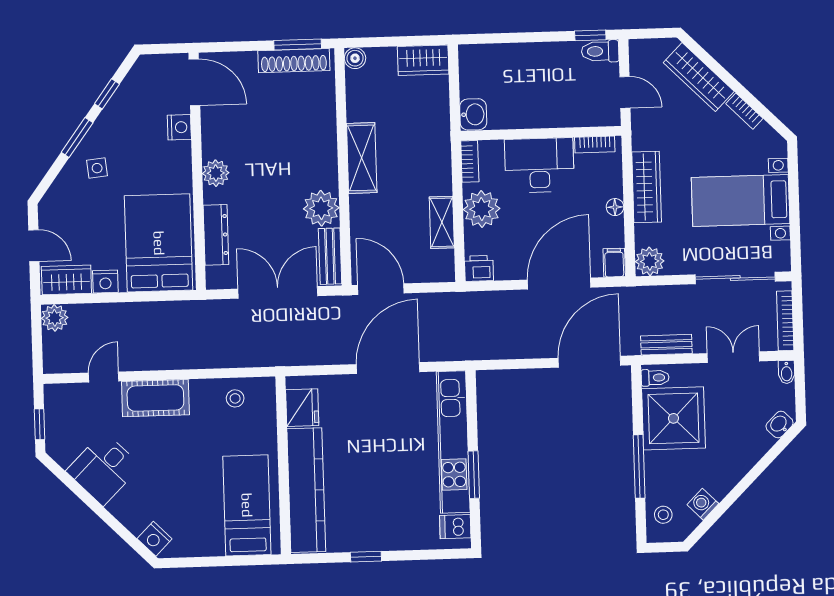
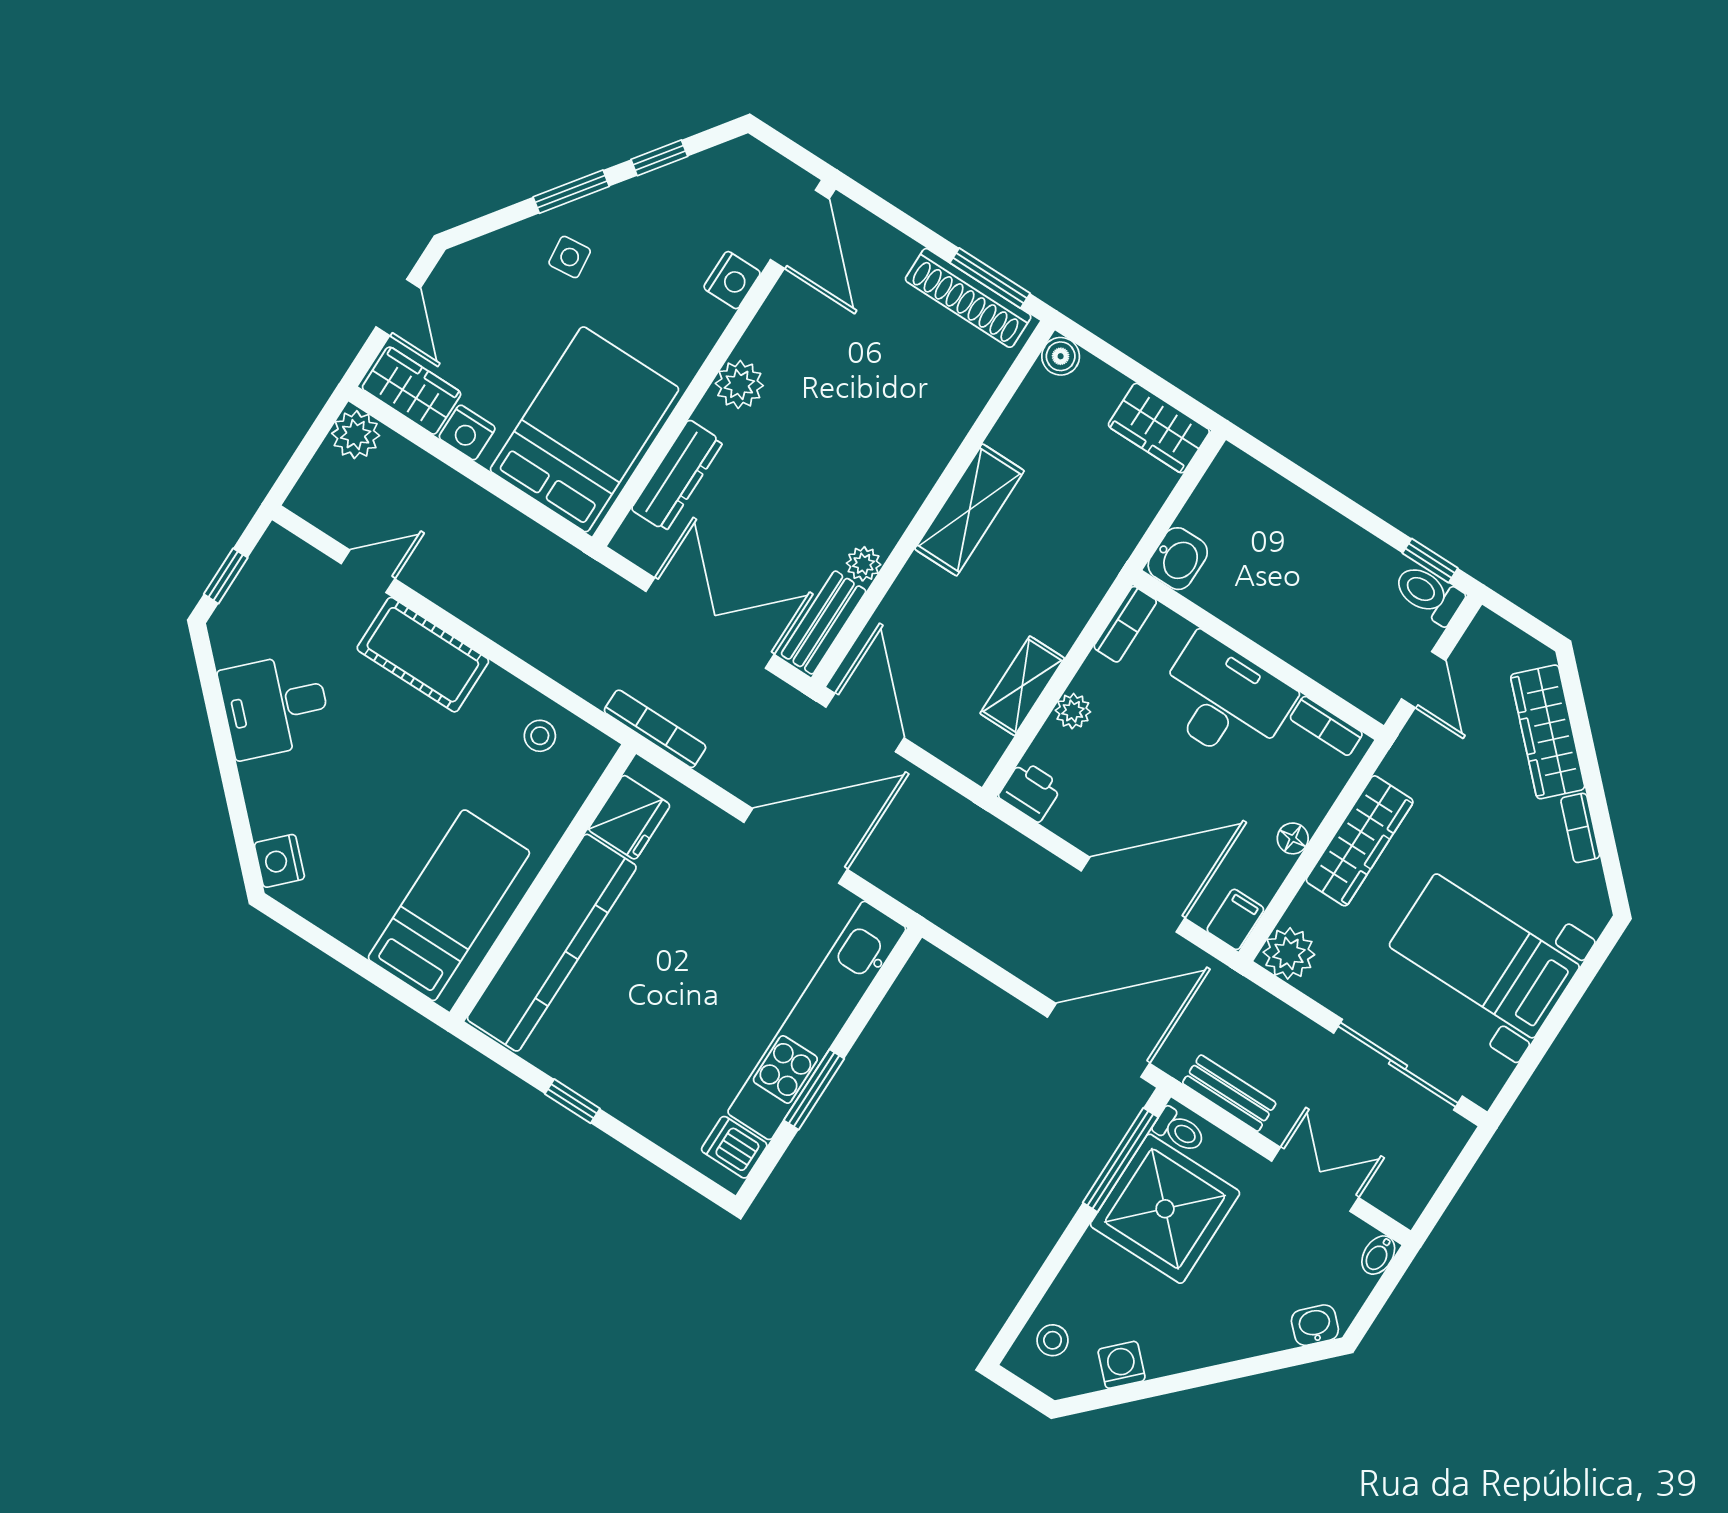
plant: (321, 208) -> (864, 564), width x0.53, depth x0.53
plant: (482, 209) -> (1073, 711), width x0.53, depth x0.53
bookcase: (785, 321) -> (655, 729), moved, turned 90
window: (639, 466) -> (1120, 1160), moved

